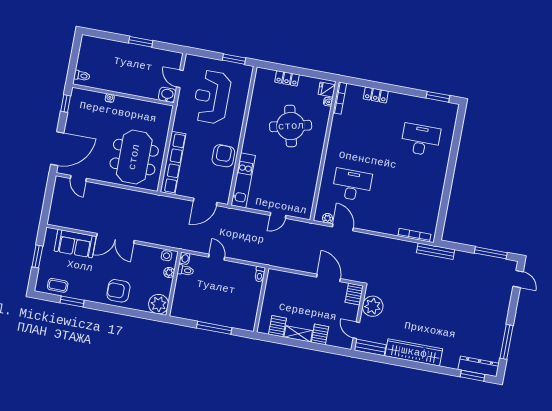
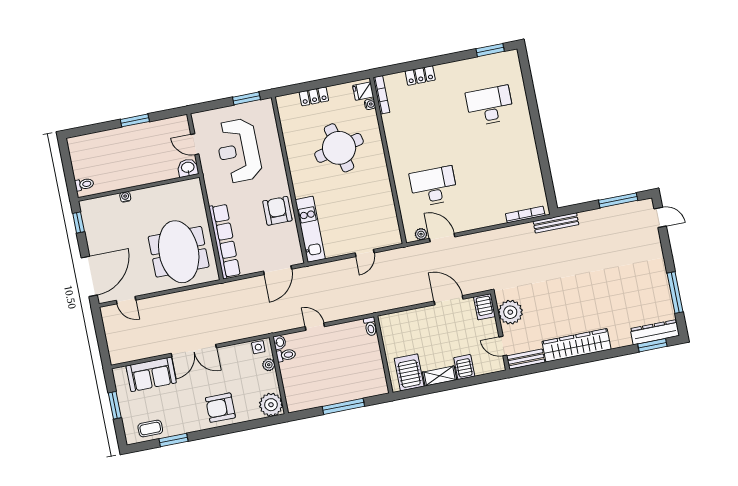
server rack: (277, 326) -> (409, 372), width x1.36, depth x1.44

